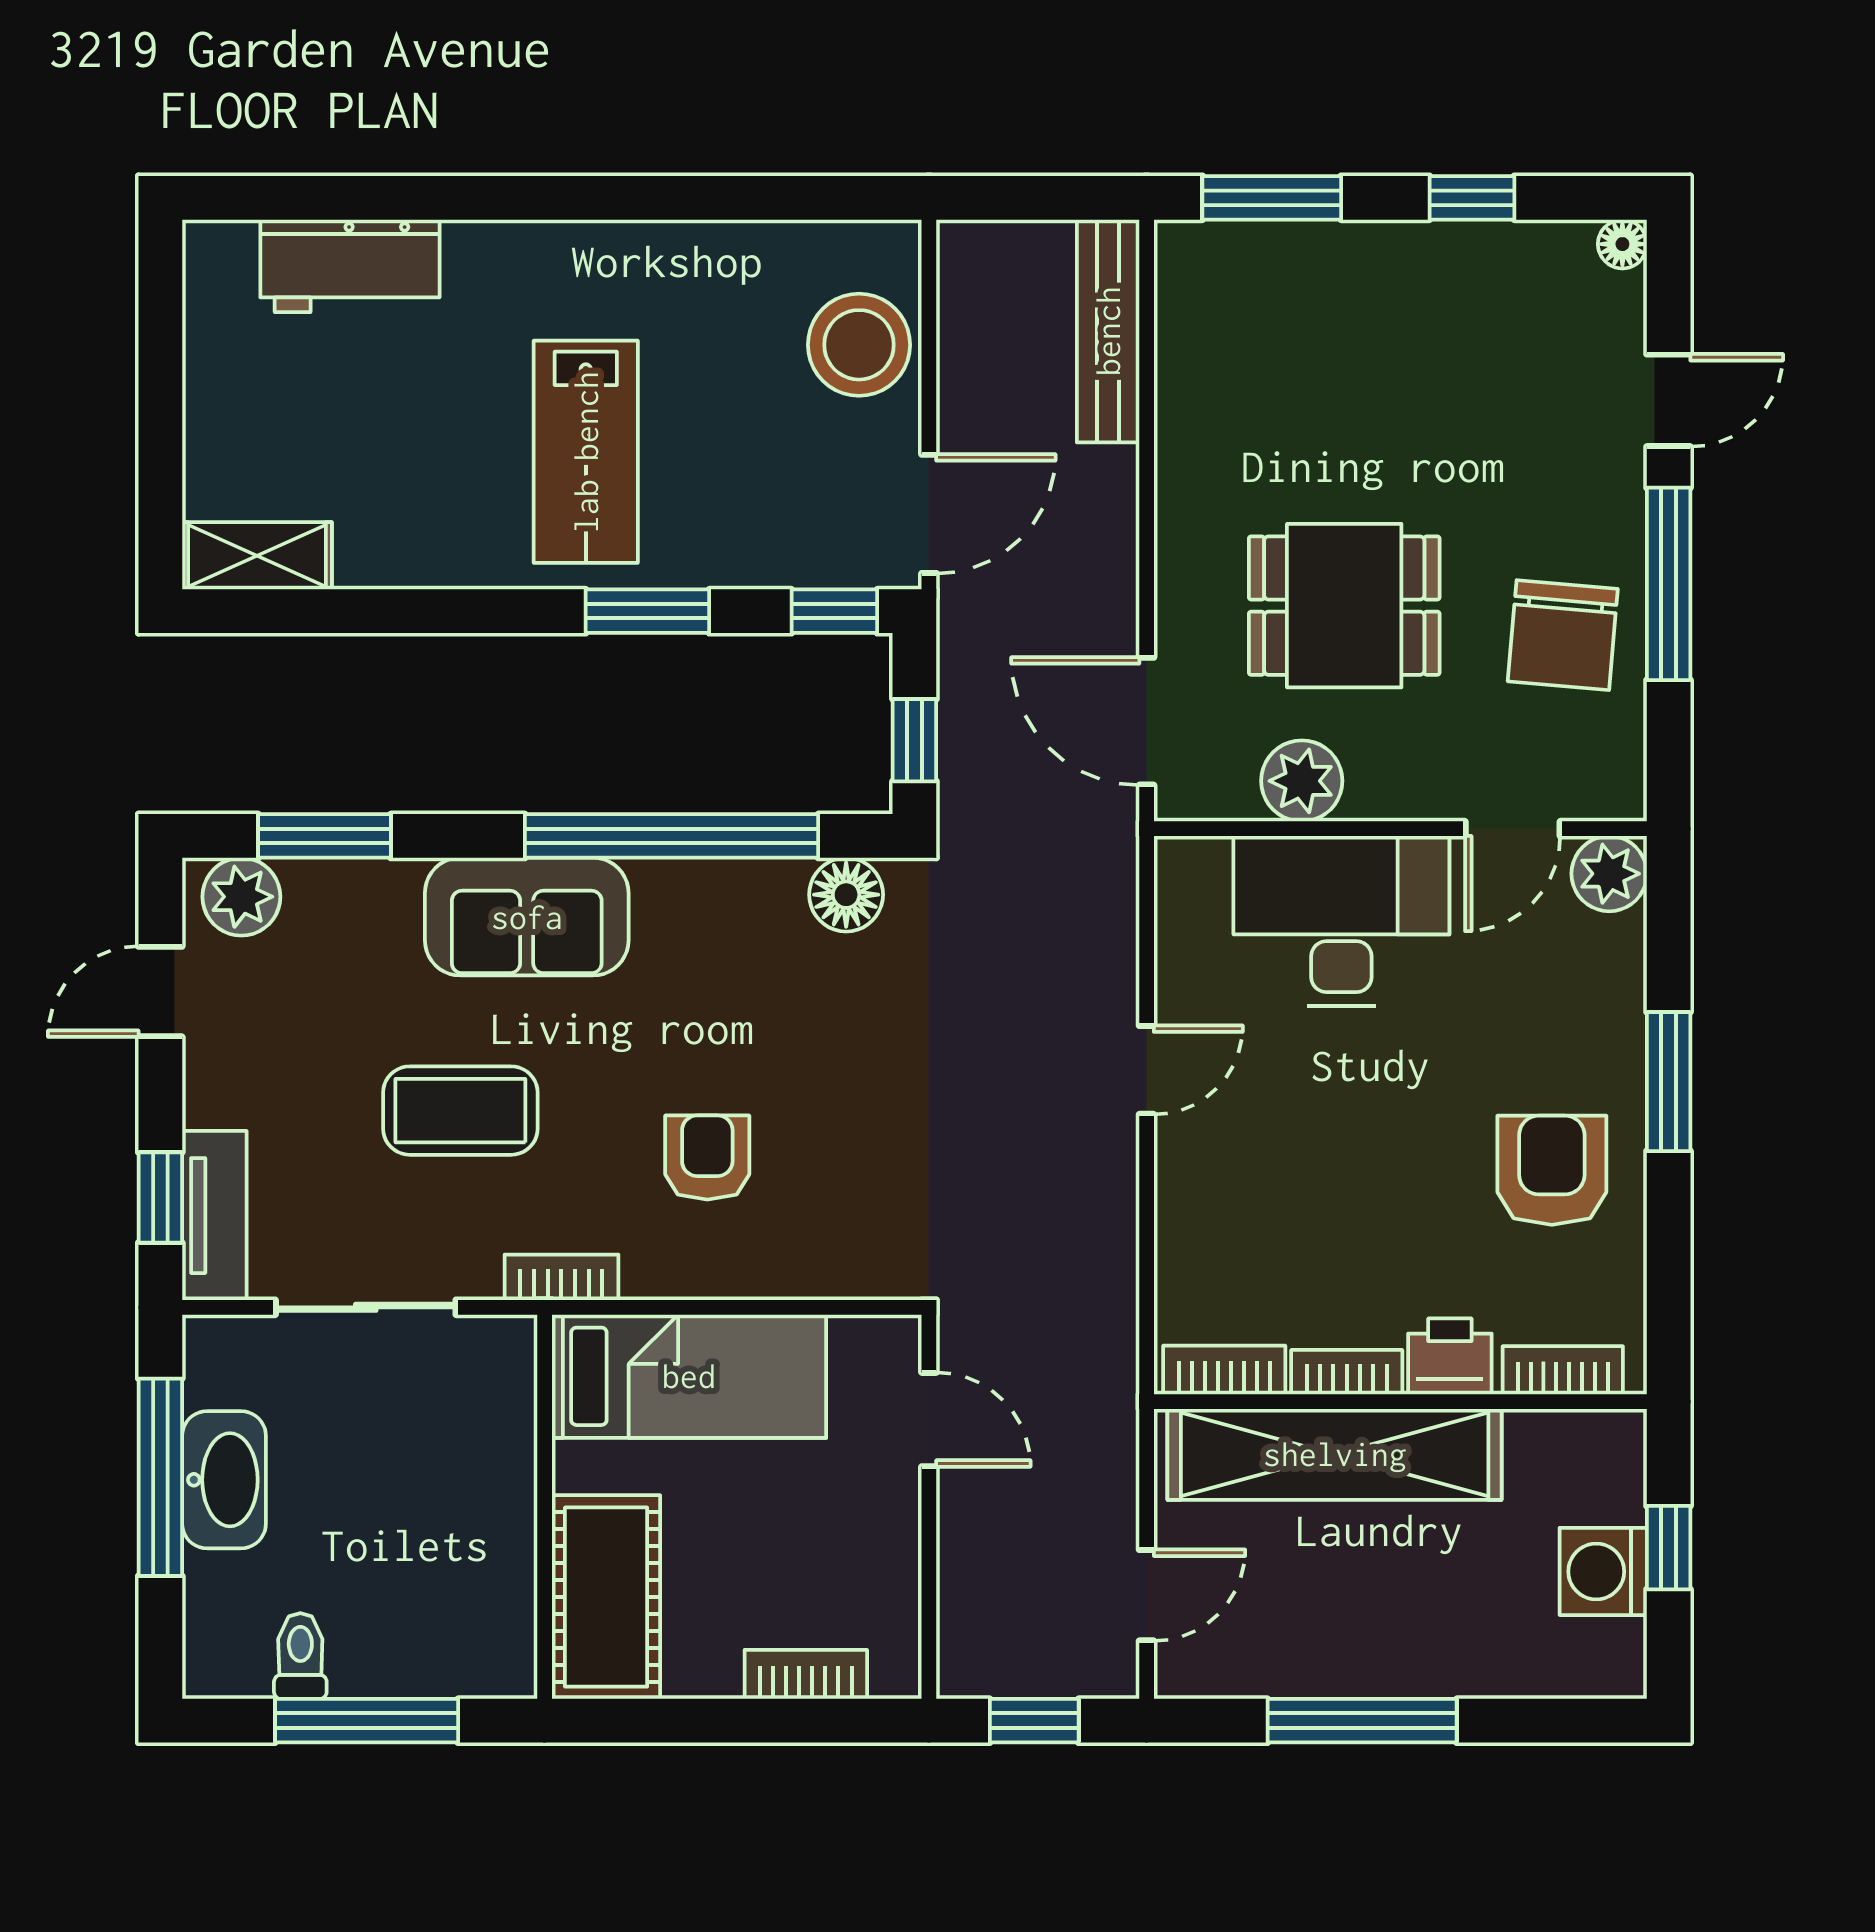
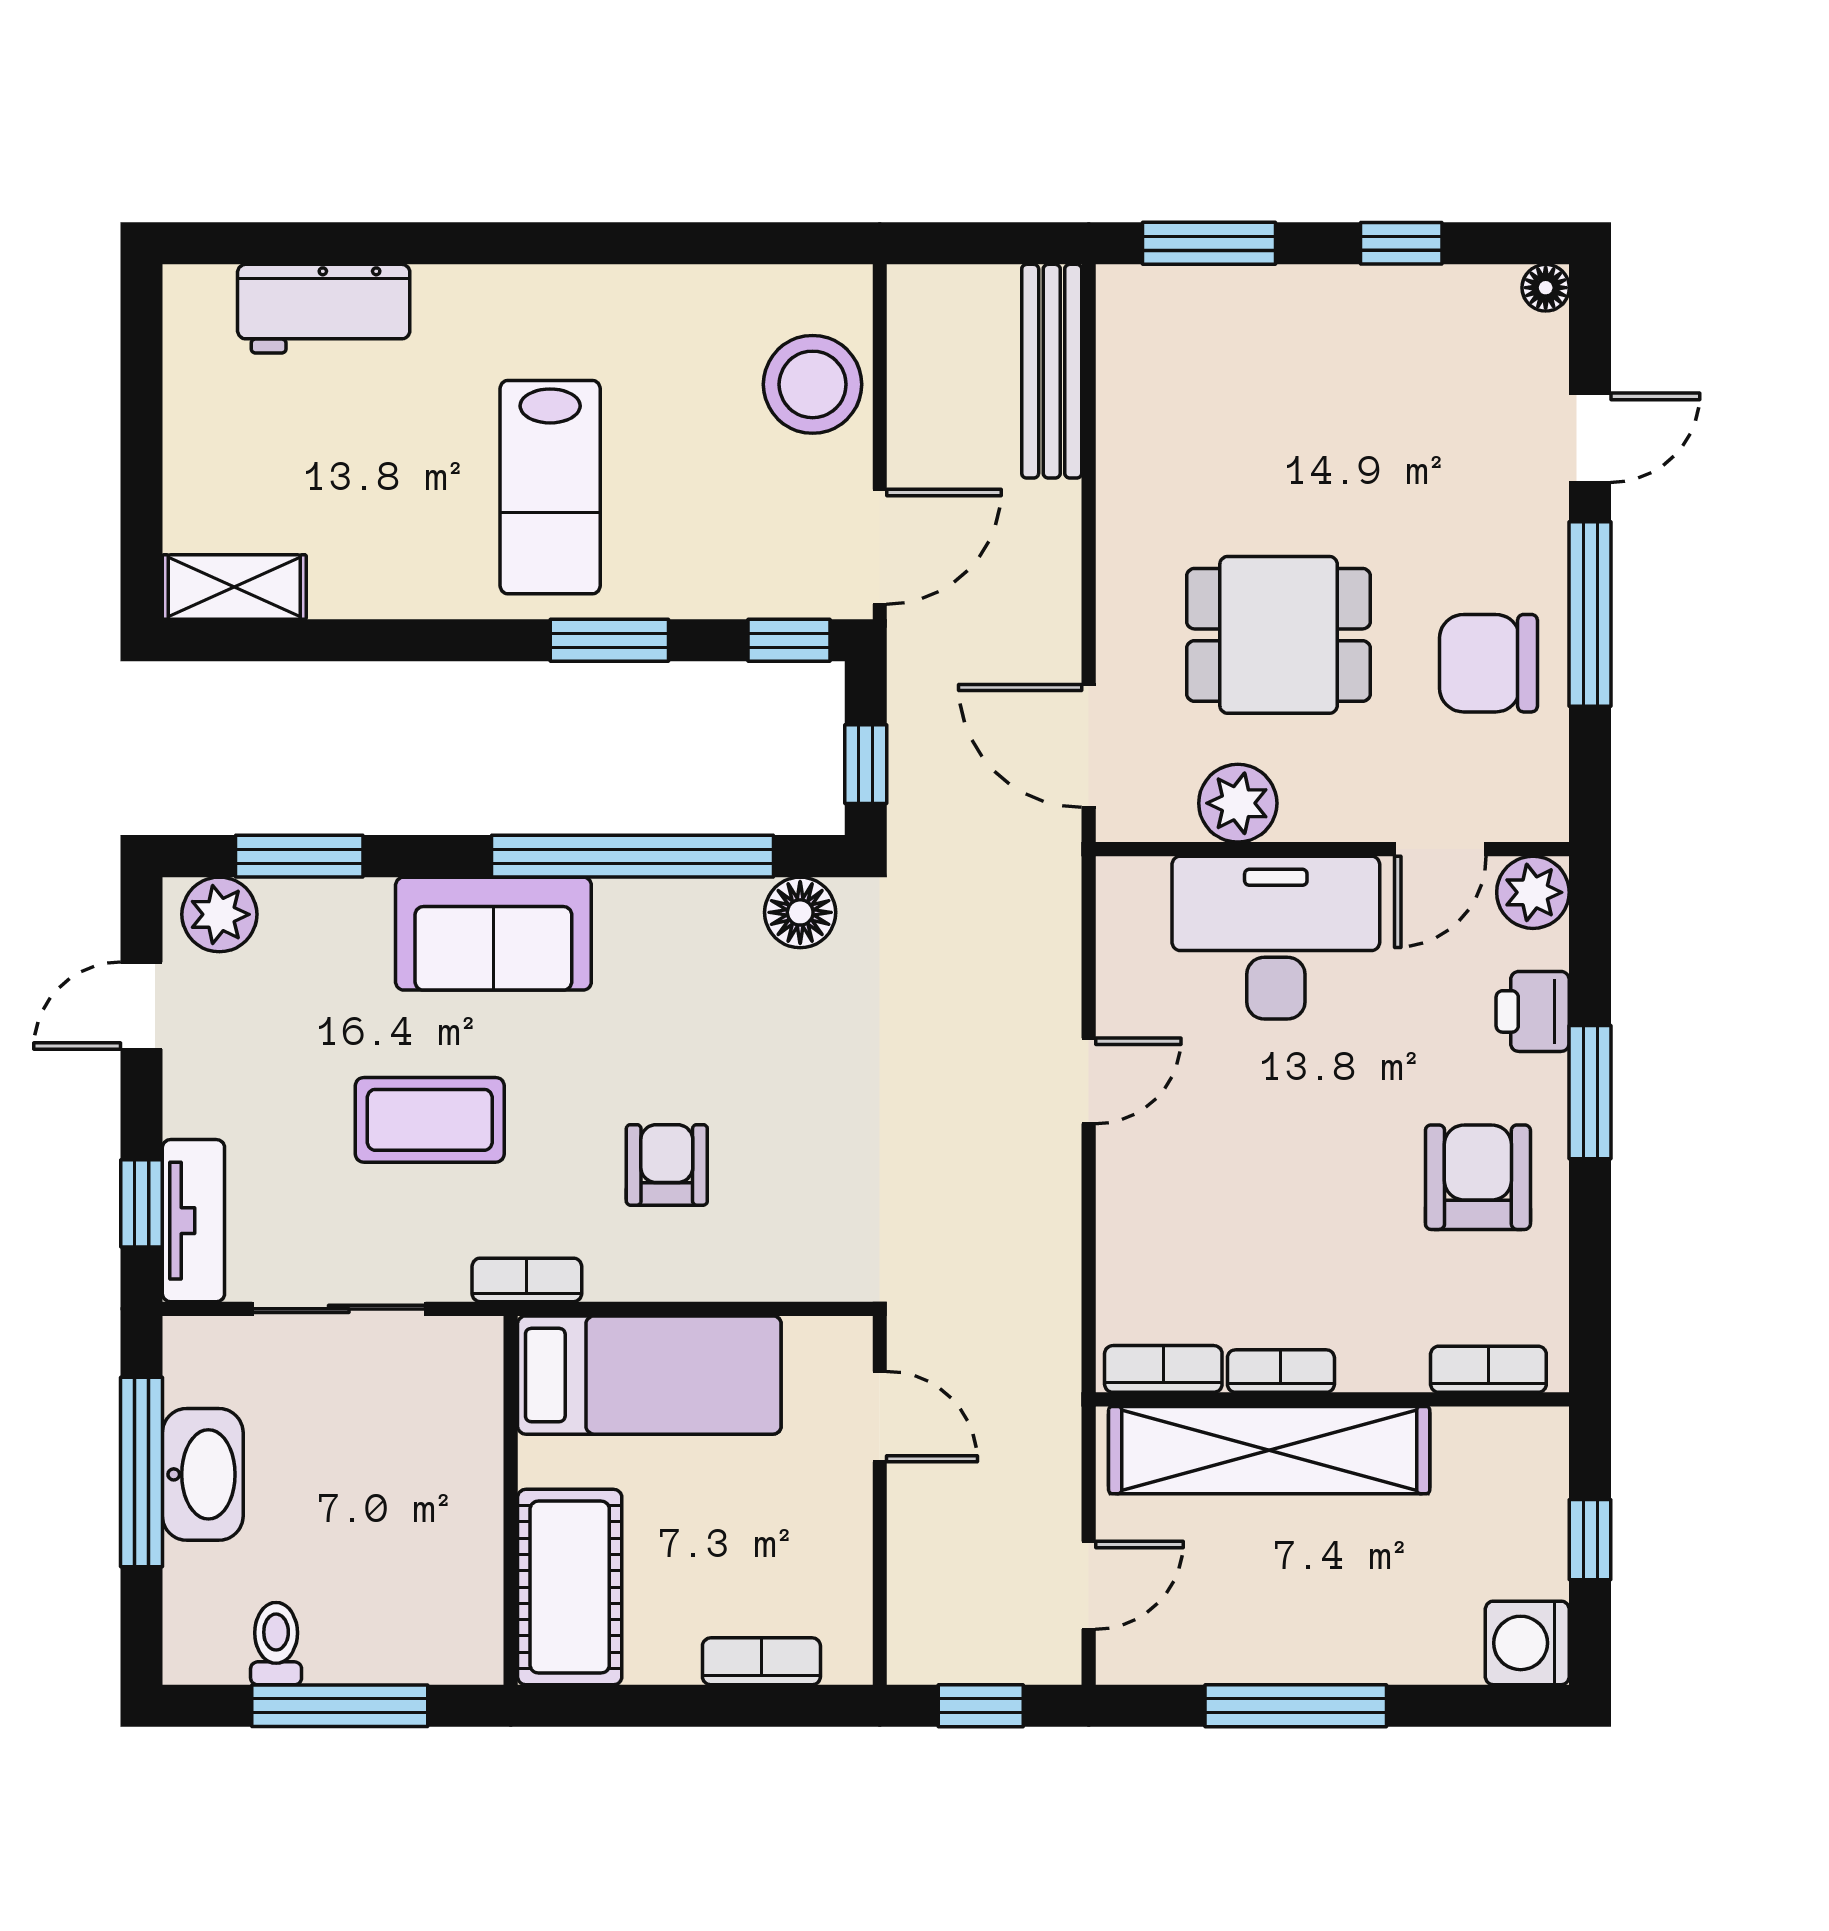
chair: (1563, 635) -> (1488, 663), turned 85
printer: (1450, 1356) -> (1533, 1011), moved, turned -90
washing machine: (1603, 1571) -> (1527, 1643), moved

